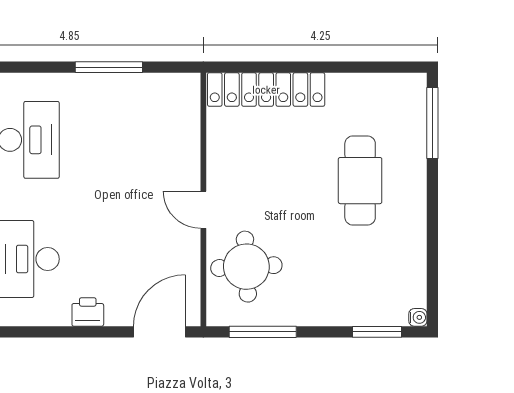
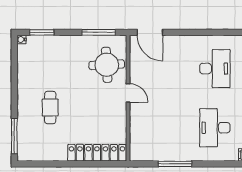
cafe table: (360, 181) -> (50, 108), width x0.73, depth x0.74
printer: (88, 312) -> (186, 42), removed
door: (159, 332) -> (150, 32), hinge flipped

